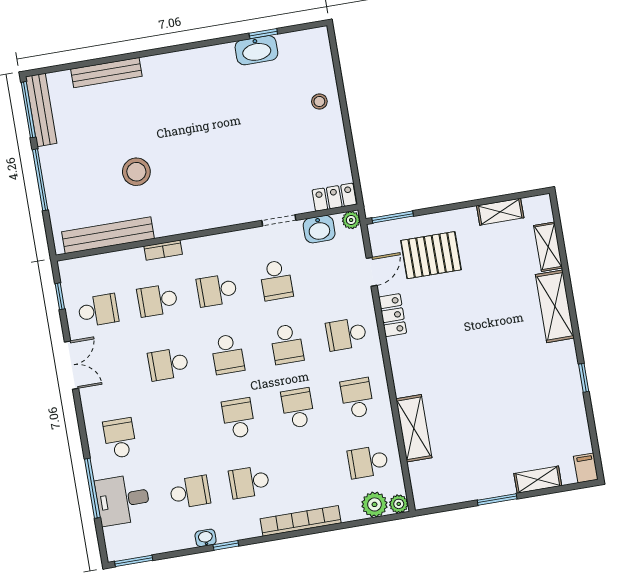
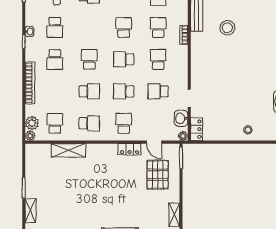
school desk: (238, 418) -> (89, 59), turned -90
school desk: (249, 482) -> (55, 59), turned 180

